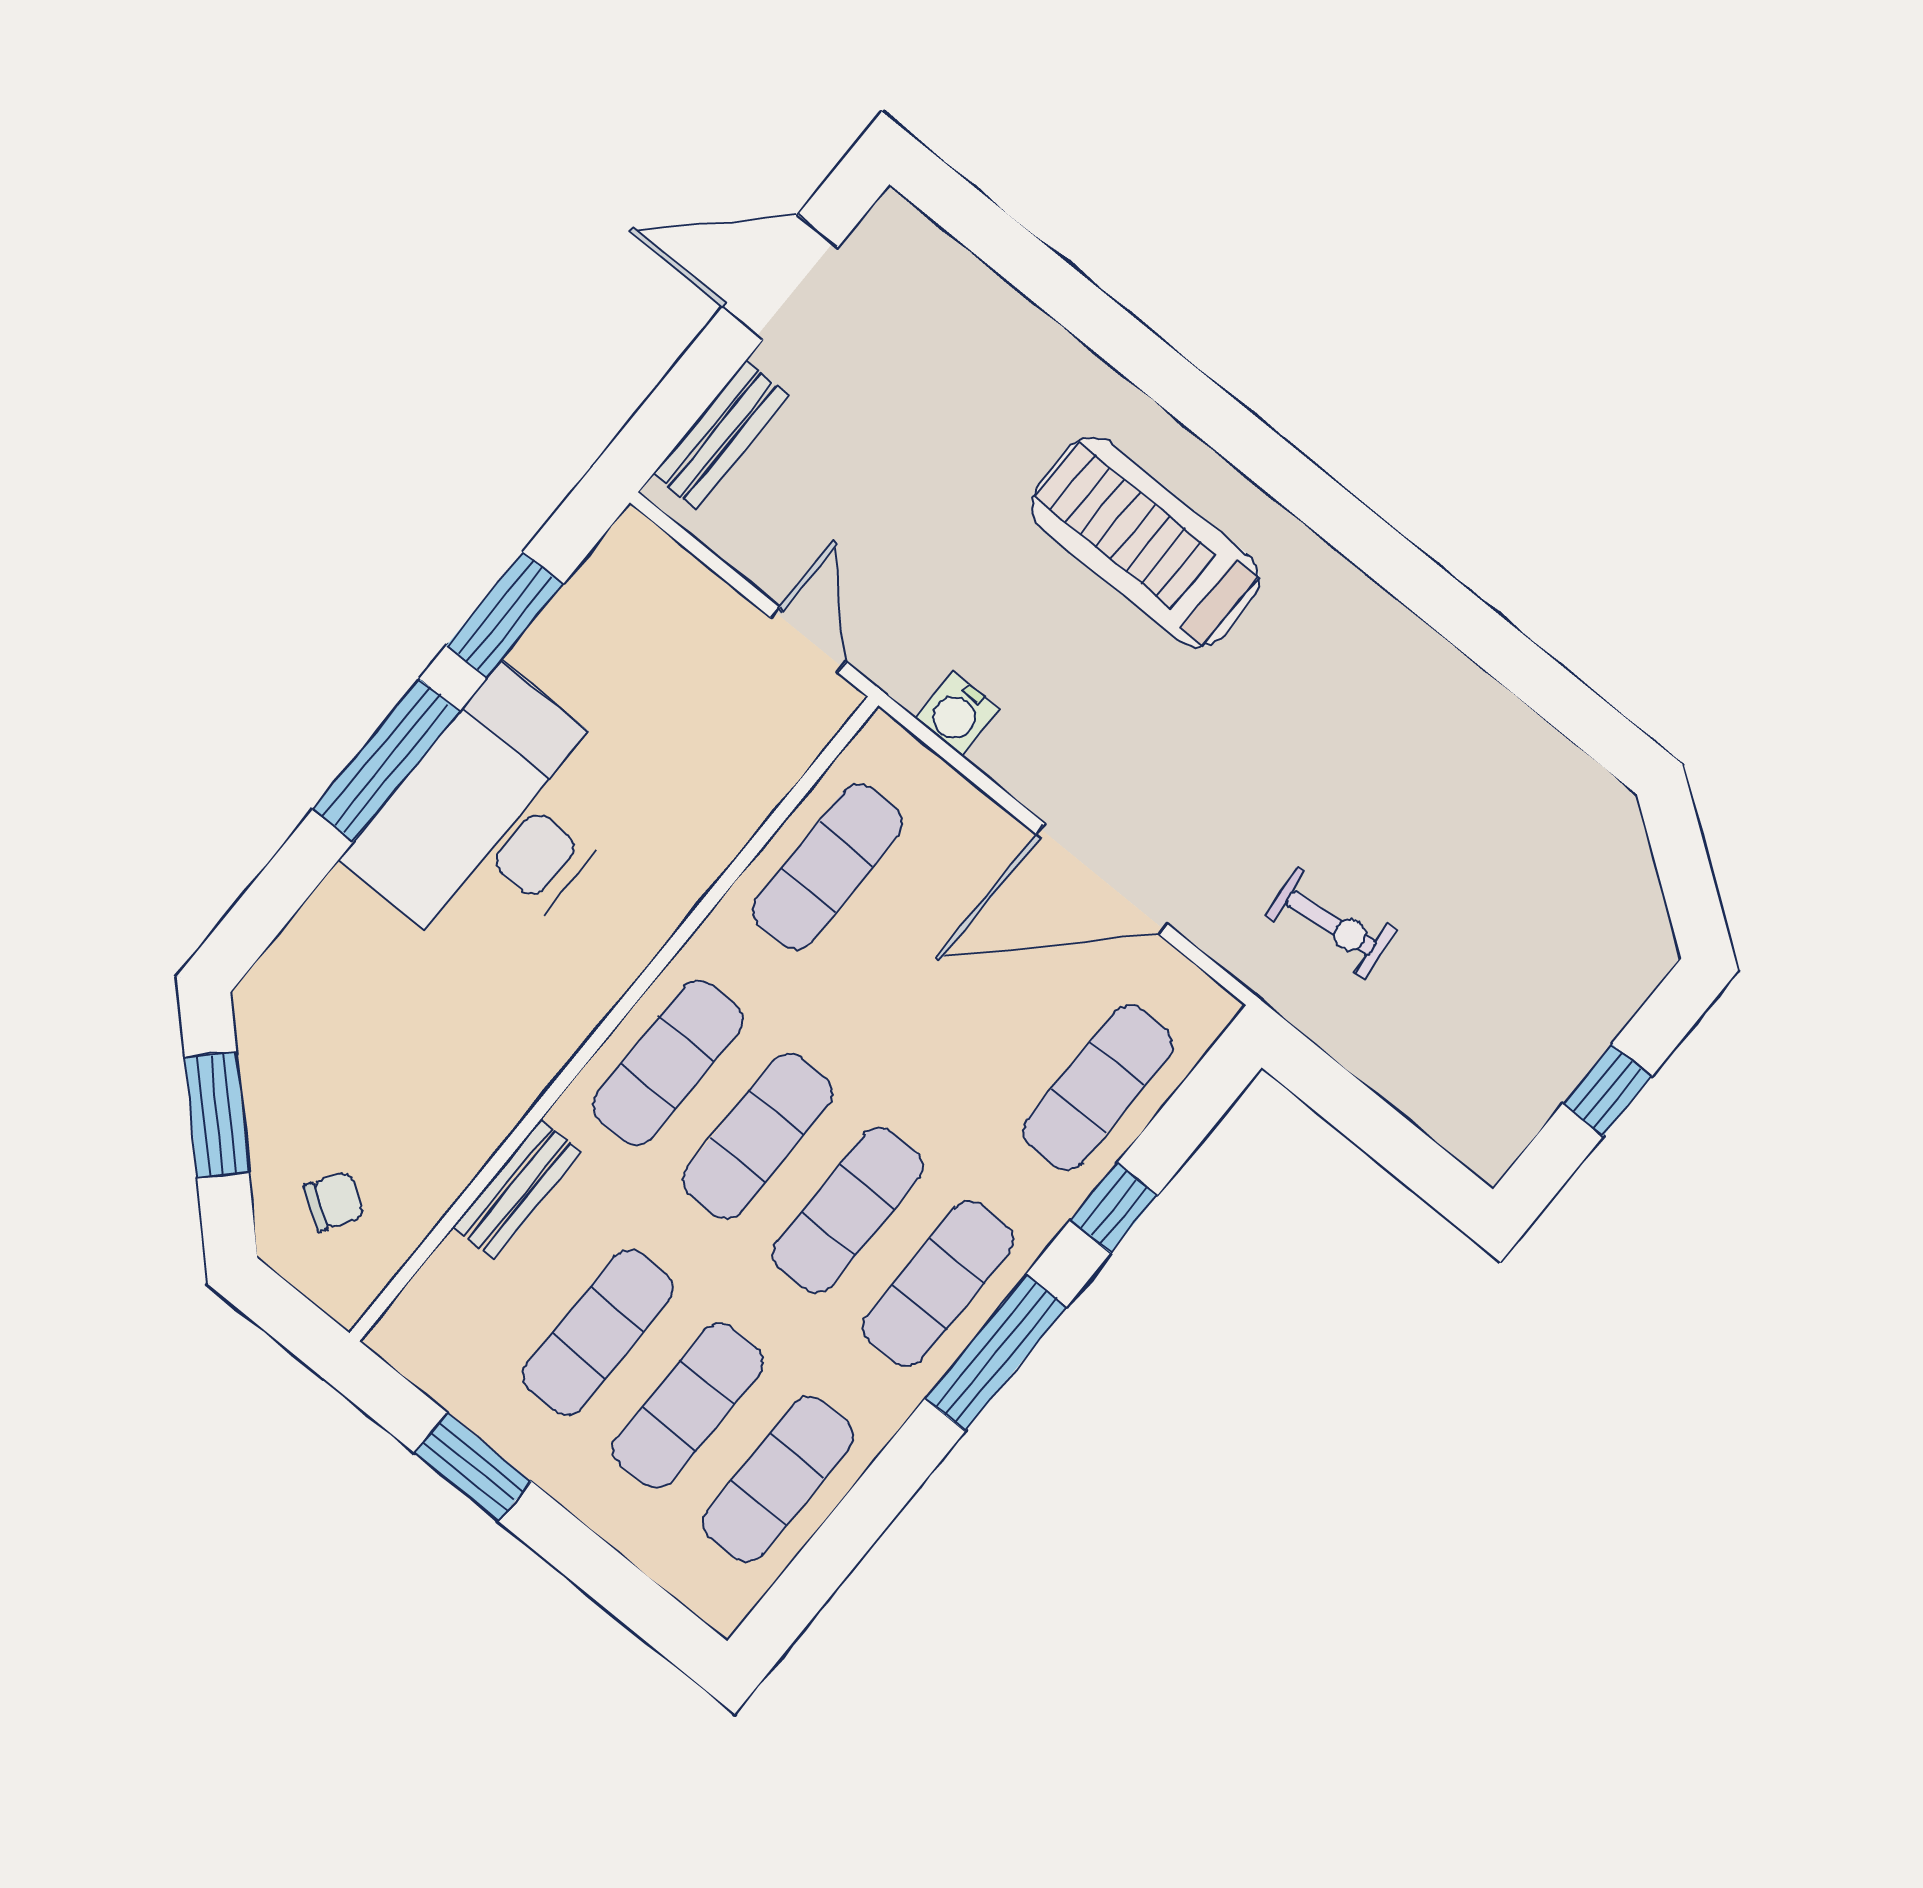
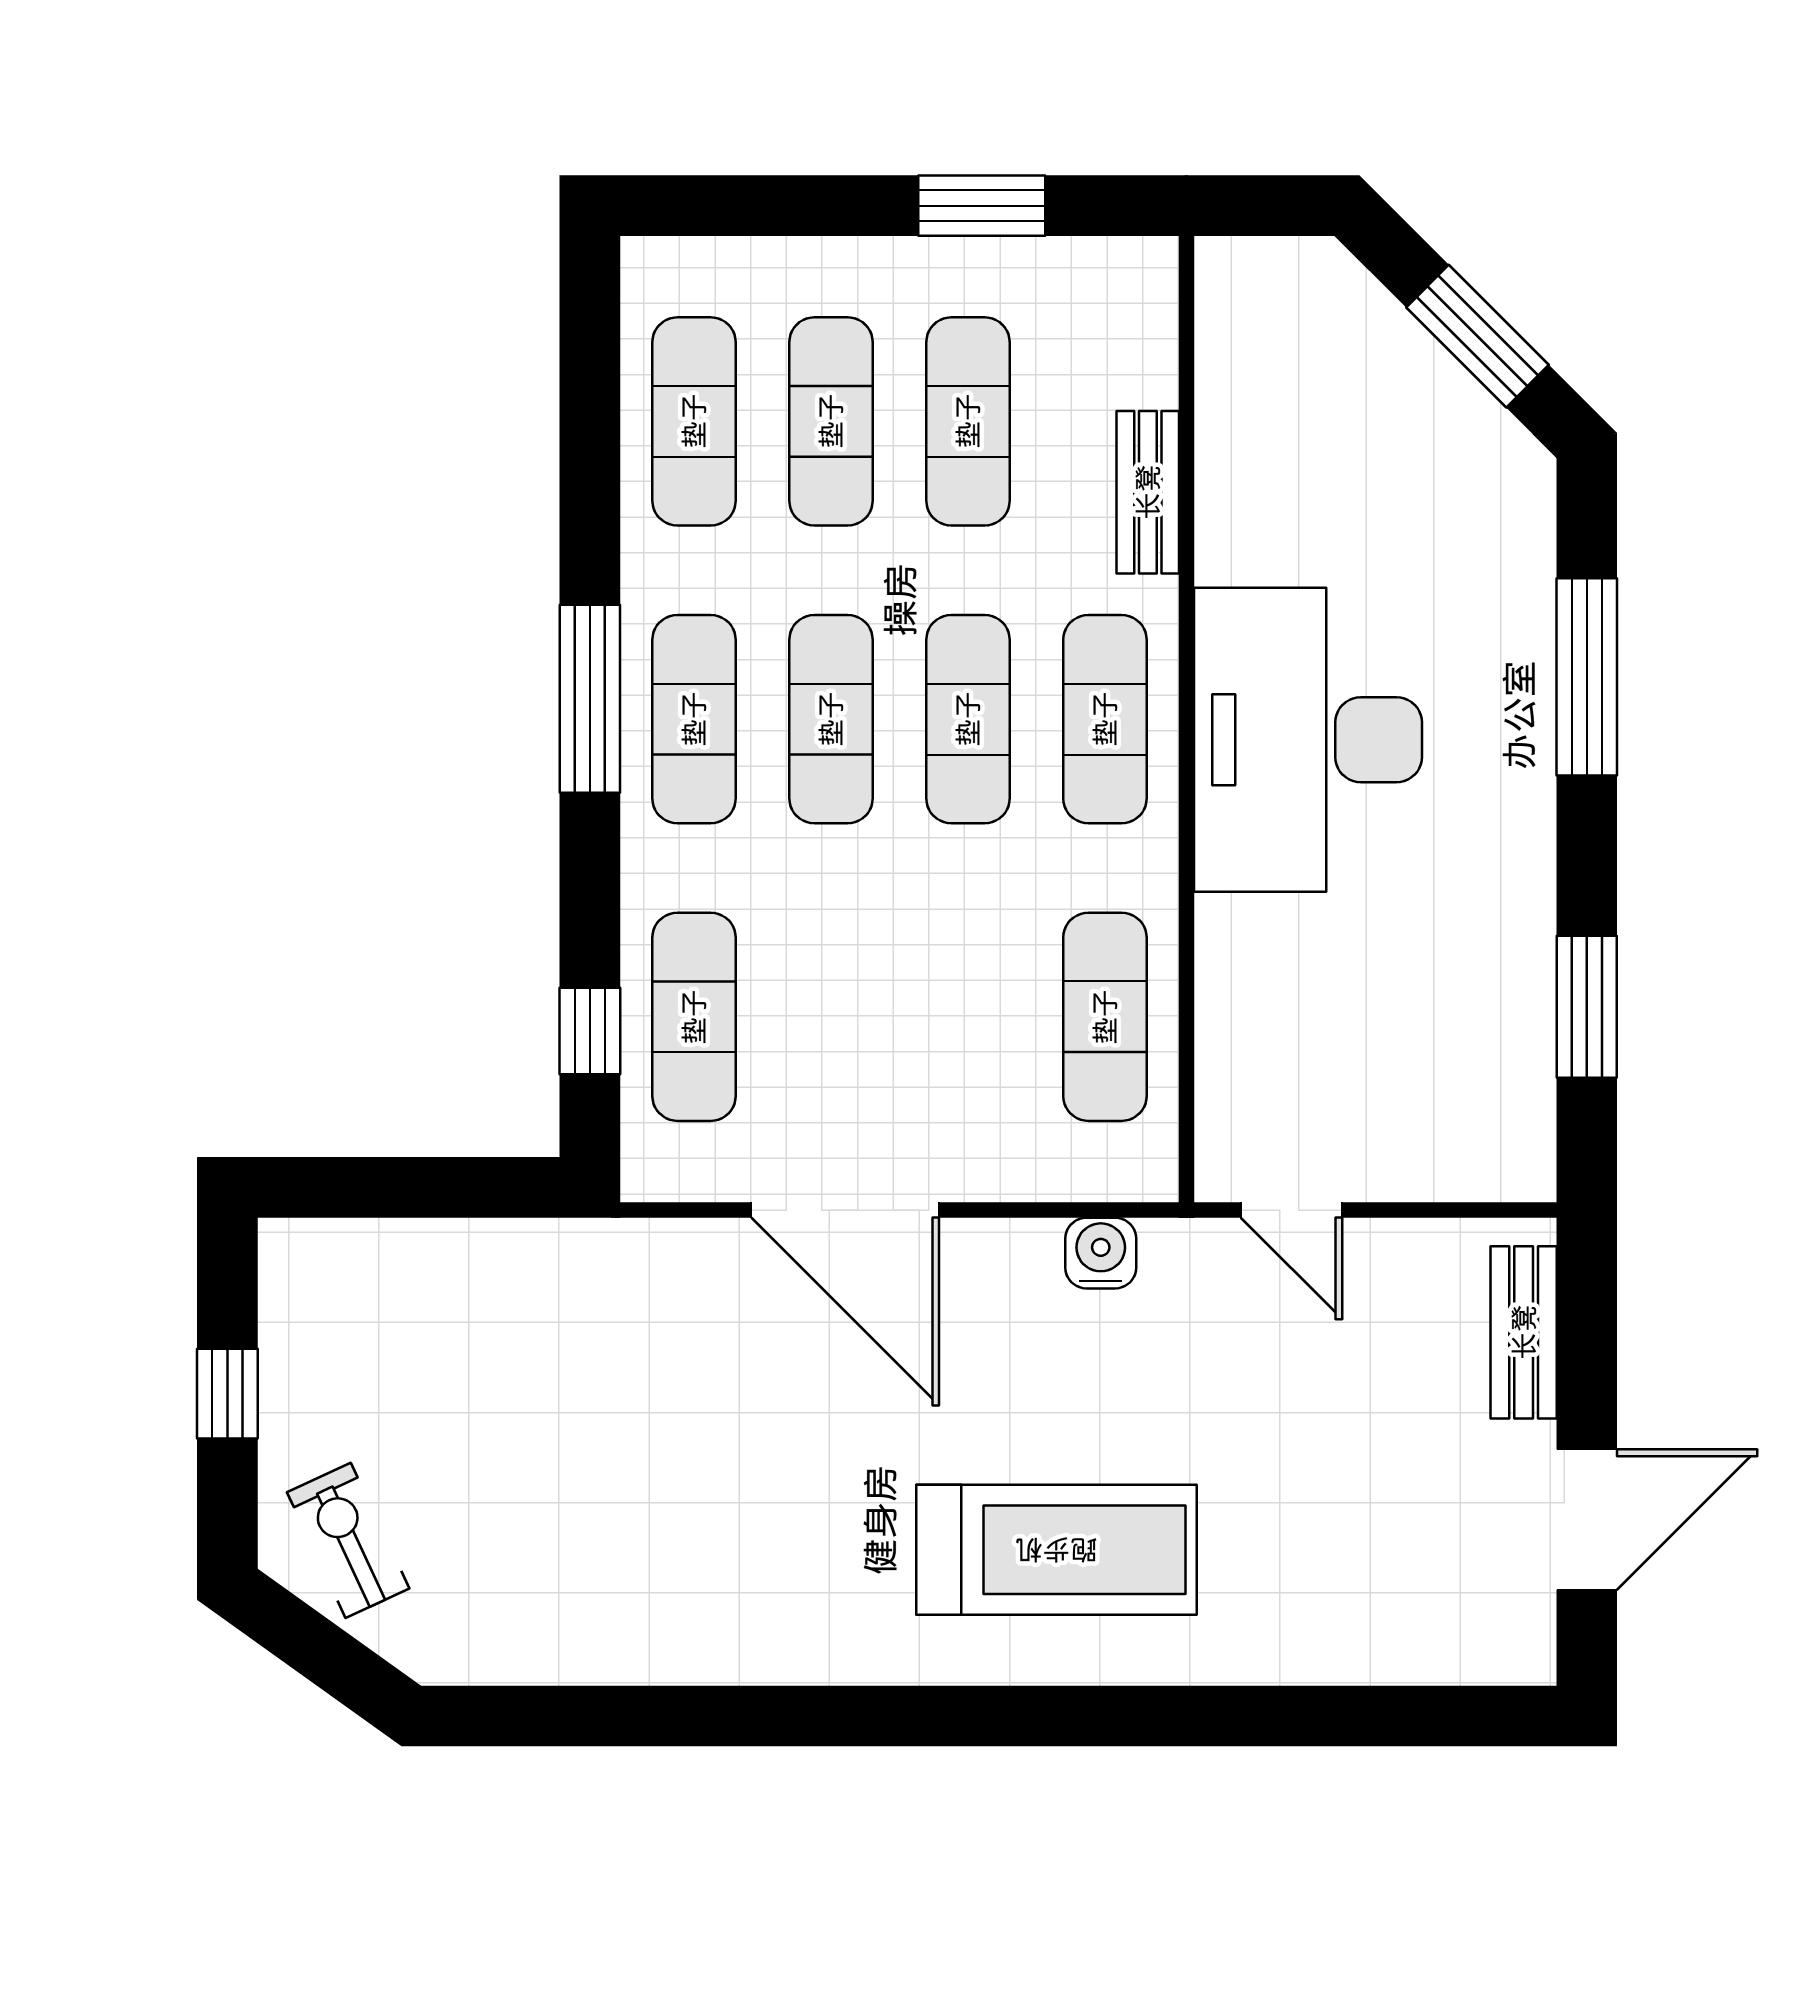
window: (386, 760) -> (1587, 677), moved
desk: (495, 821) -> (1308, 740), moved, turned 180
door: (1102, 879) -> (845, 1210), swing flipped
exercise bike: (1331, 923) -> (348, 1540), moved, turned 72
chair: (334, 1201) -> (1306, 345), removed
window: (1114, 1208) -> (590, 1031), moved

